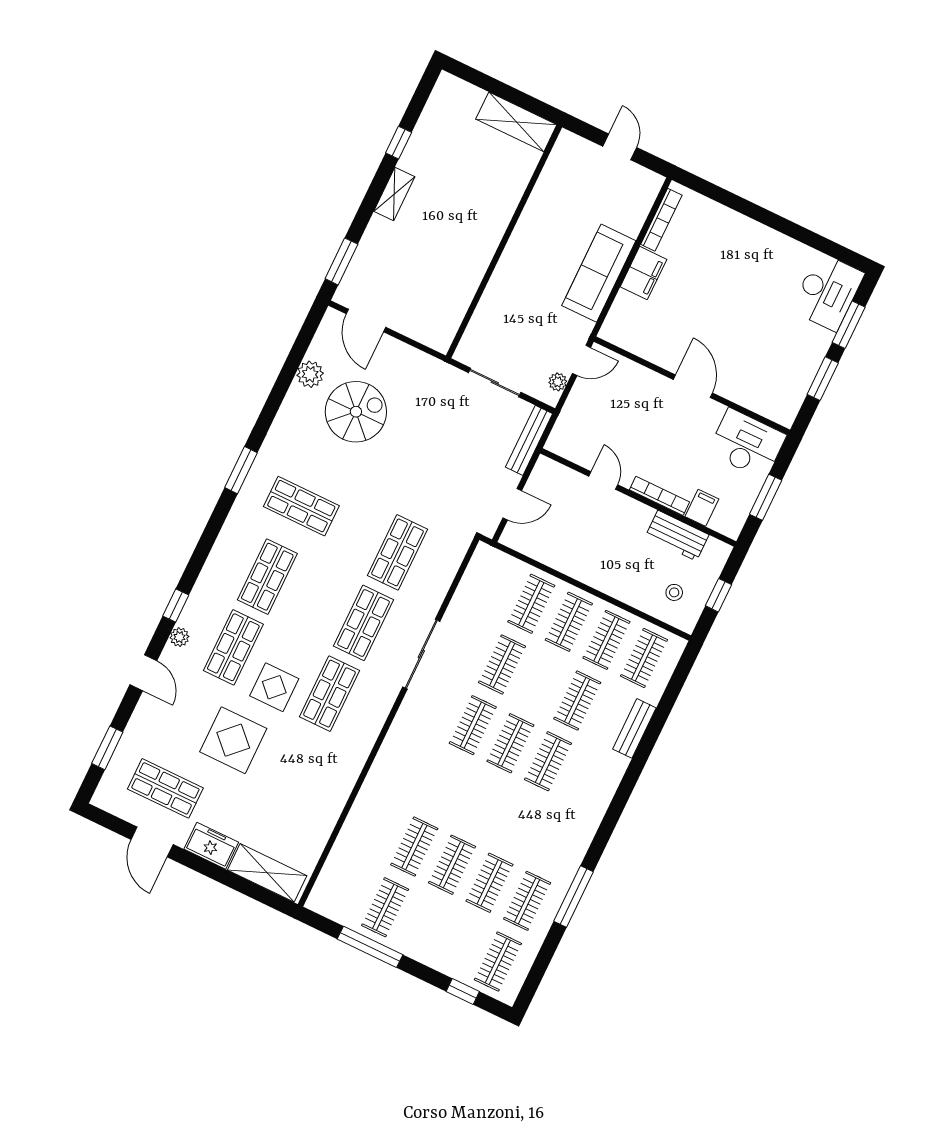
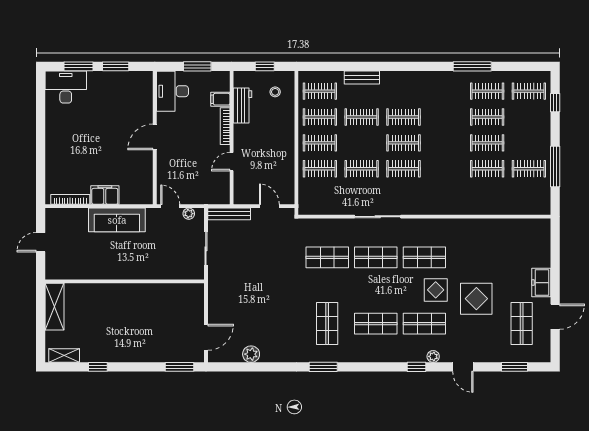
shelving: (394, 194) -> (64, 356), moved
spiral stairs: (356, 412) -> (260, 318), removed
door: (143, 673) -> (463, 367), swing flipped
shelving: (267, 873) -> (541, 244), removed

